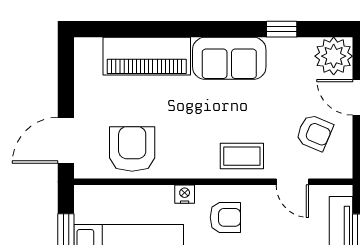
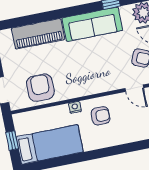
sofa: (229, 58) -> (92, 24), width x1.36
coffee table: (242, 156) -> (103, 79), removed

